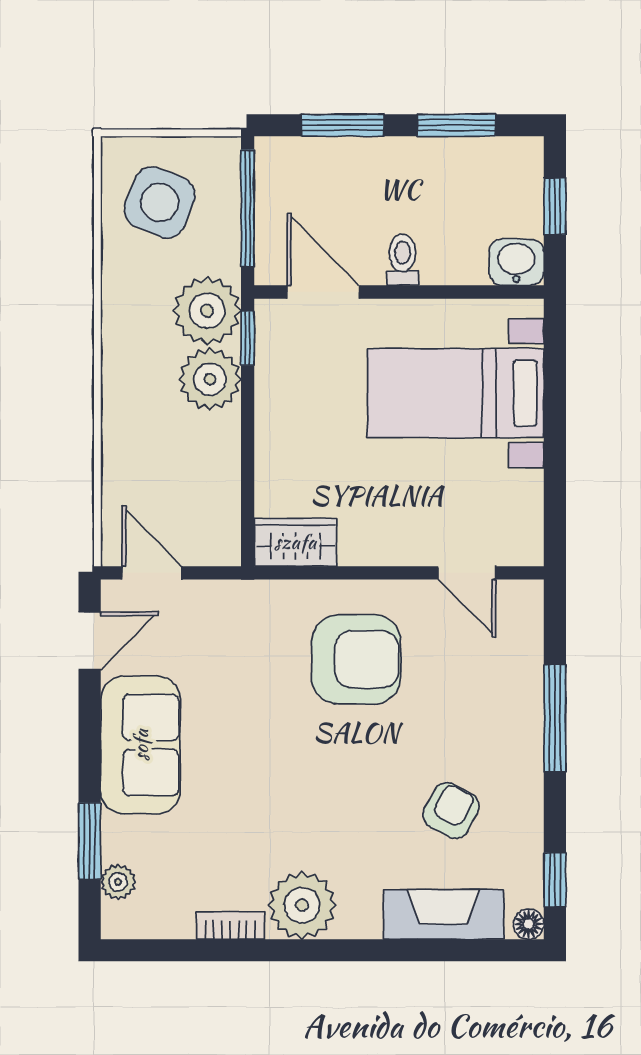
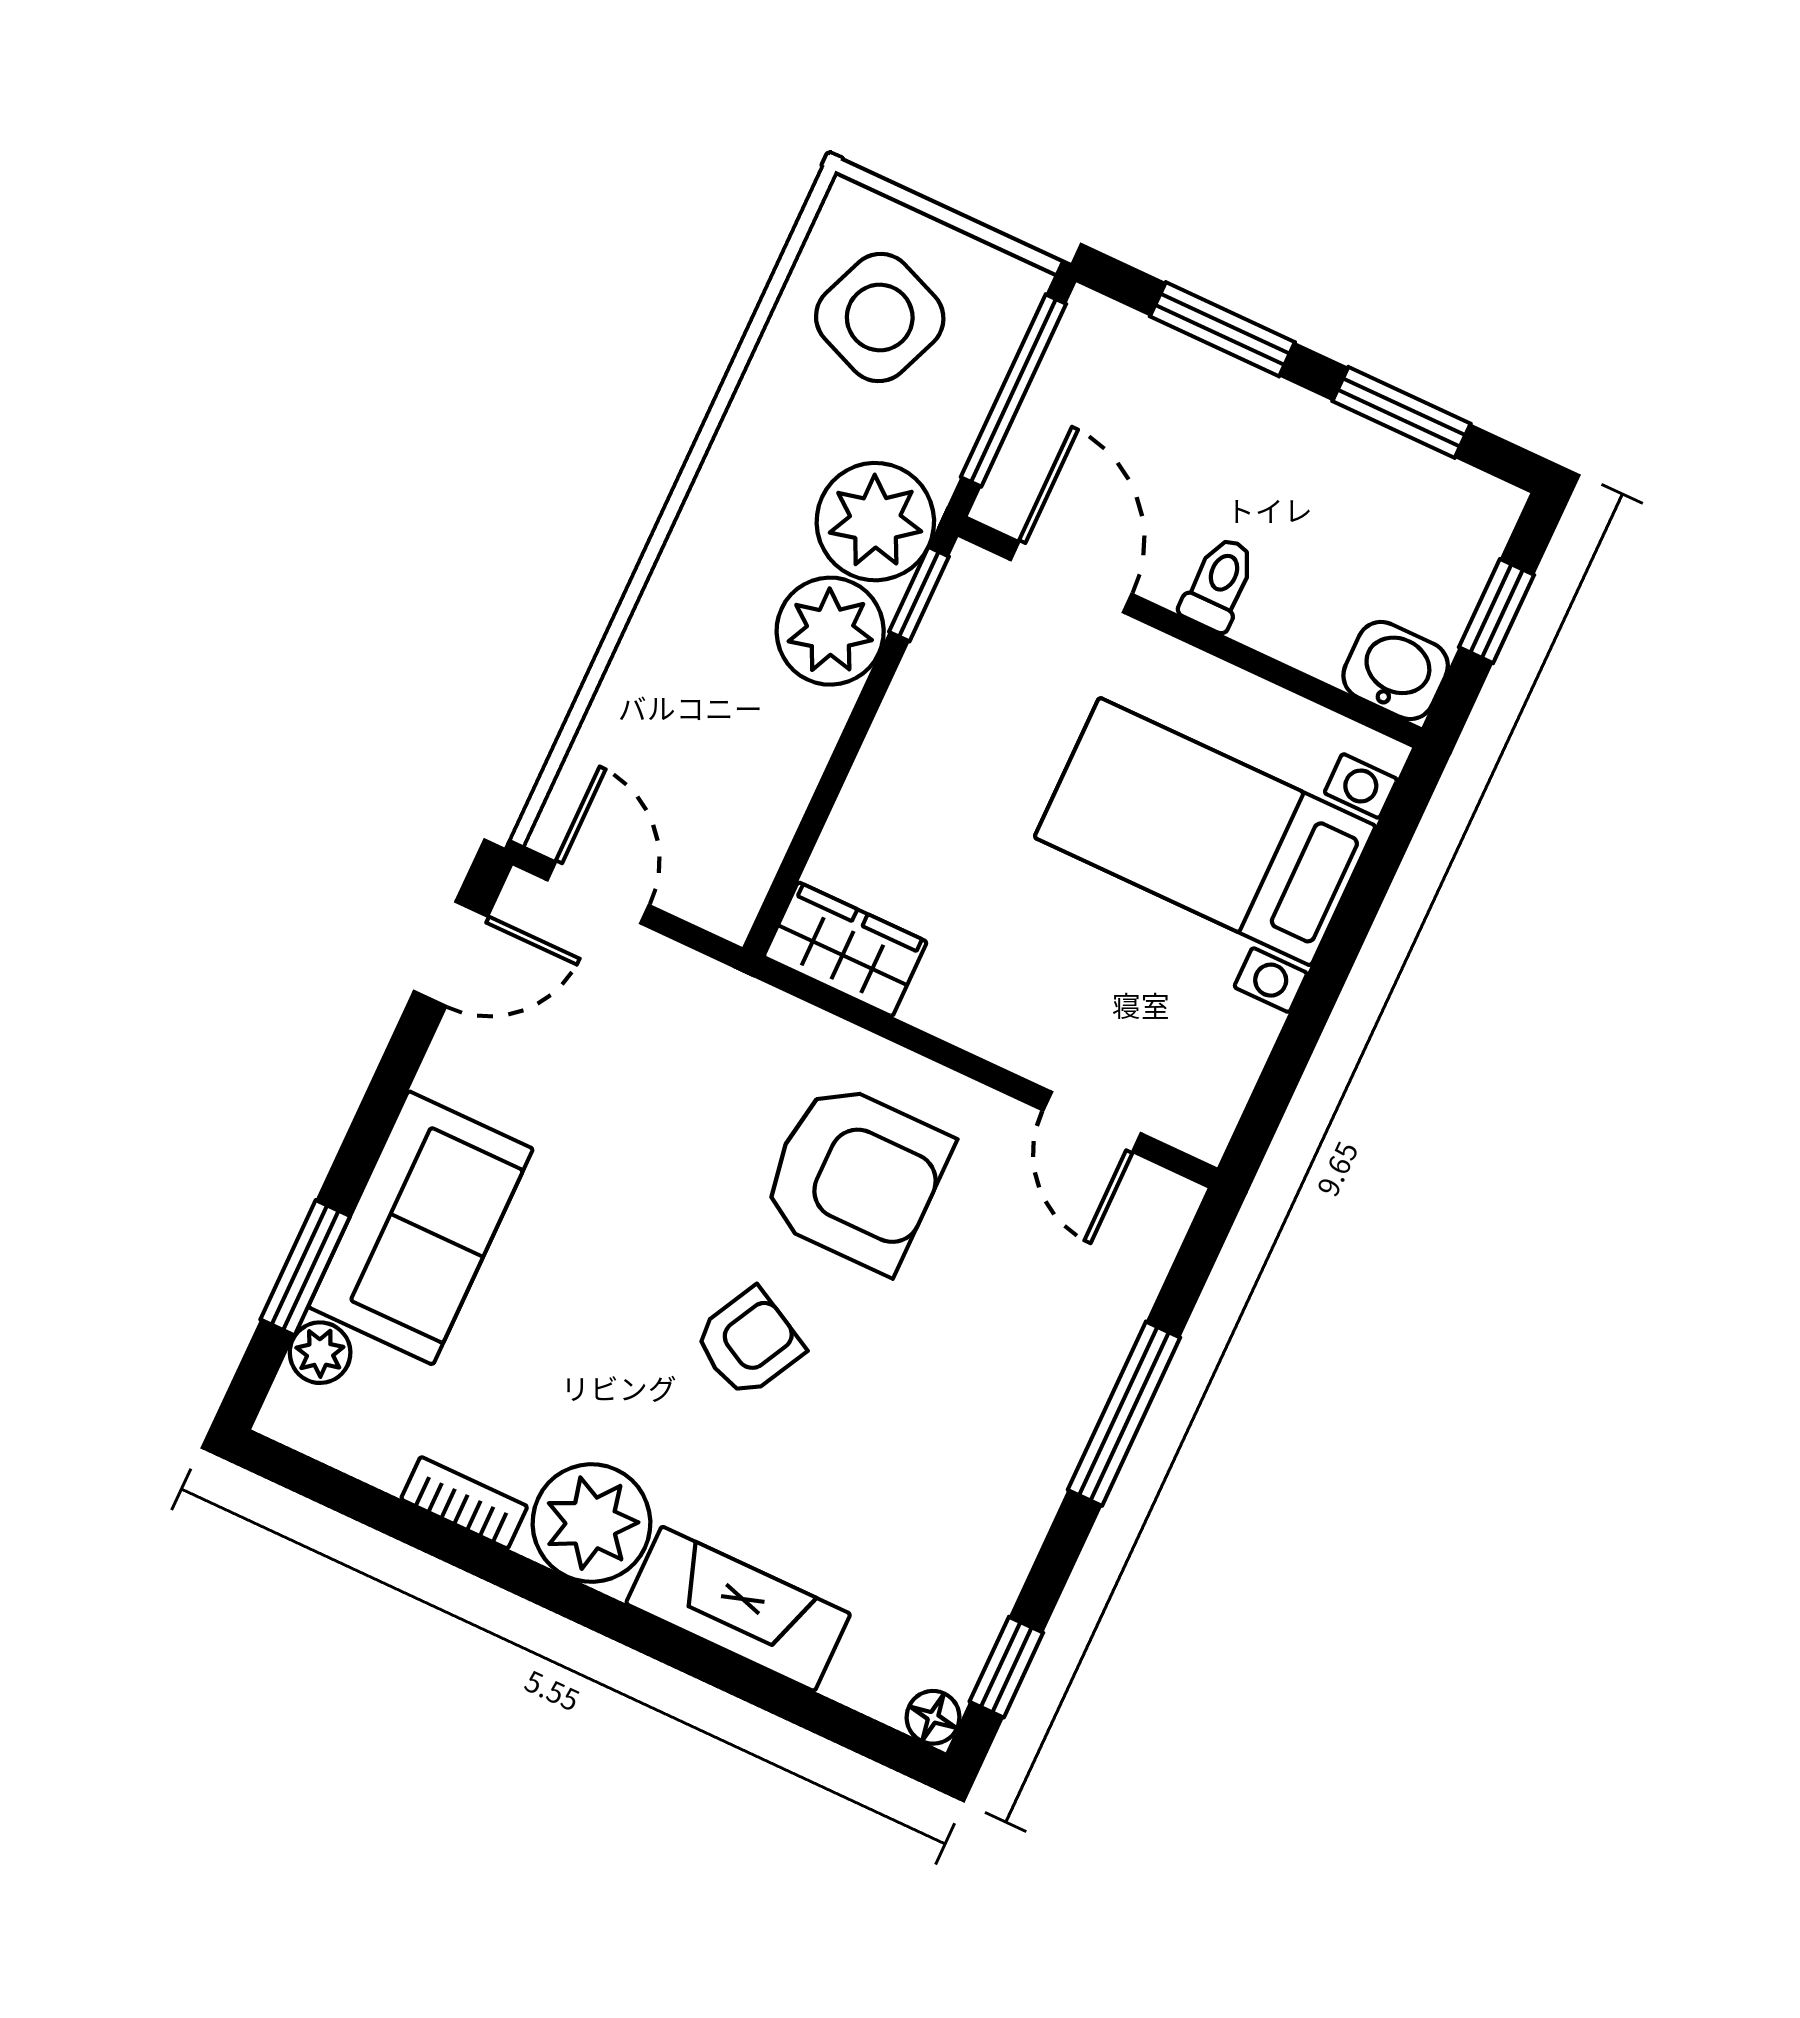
sofa: (141, 745) -> (421, 1228), moved
armchair: (451, 810) -> (749, 1343), moved
fireplace: (444, 914) -> (738, 1609), moved

